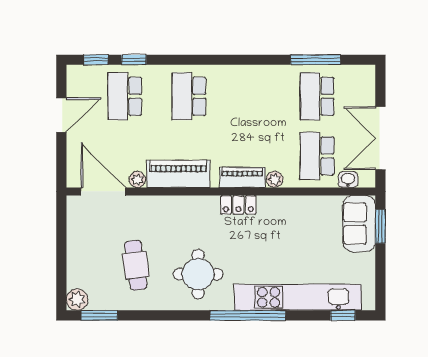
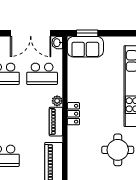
washbasin: (348, 180) -> (57, 43), moved
locker: (238, 205) -> (73, 114), moved

